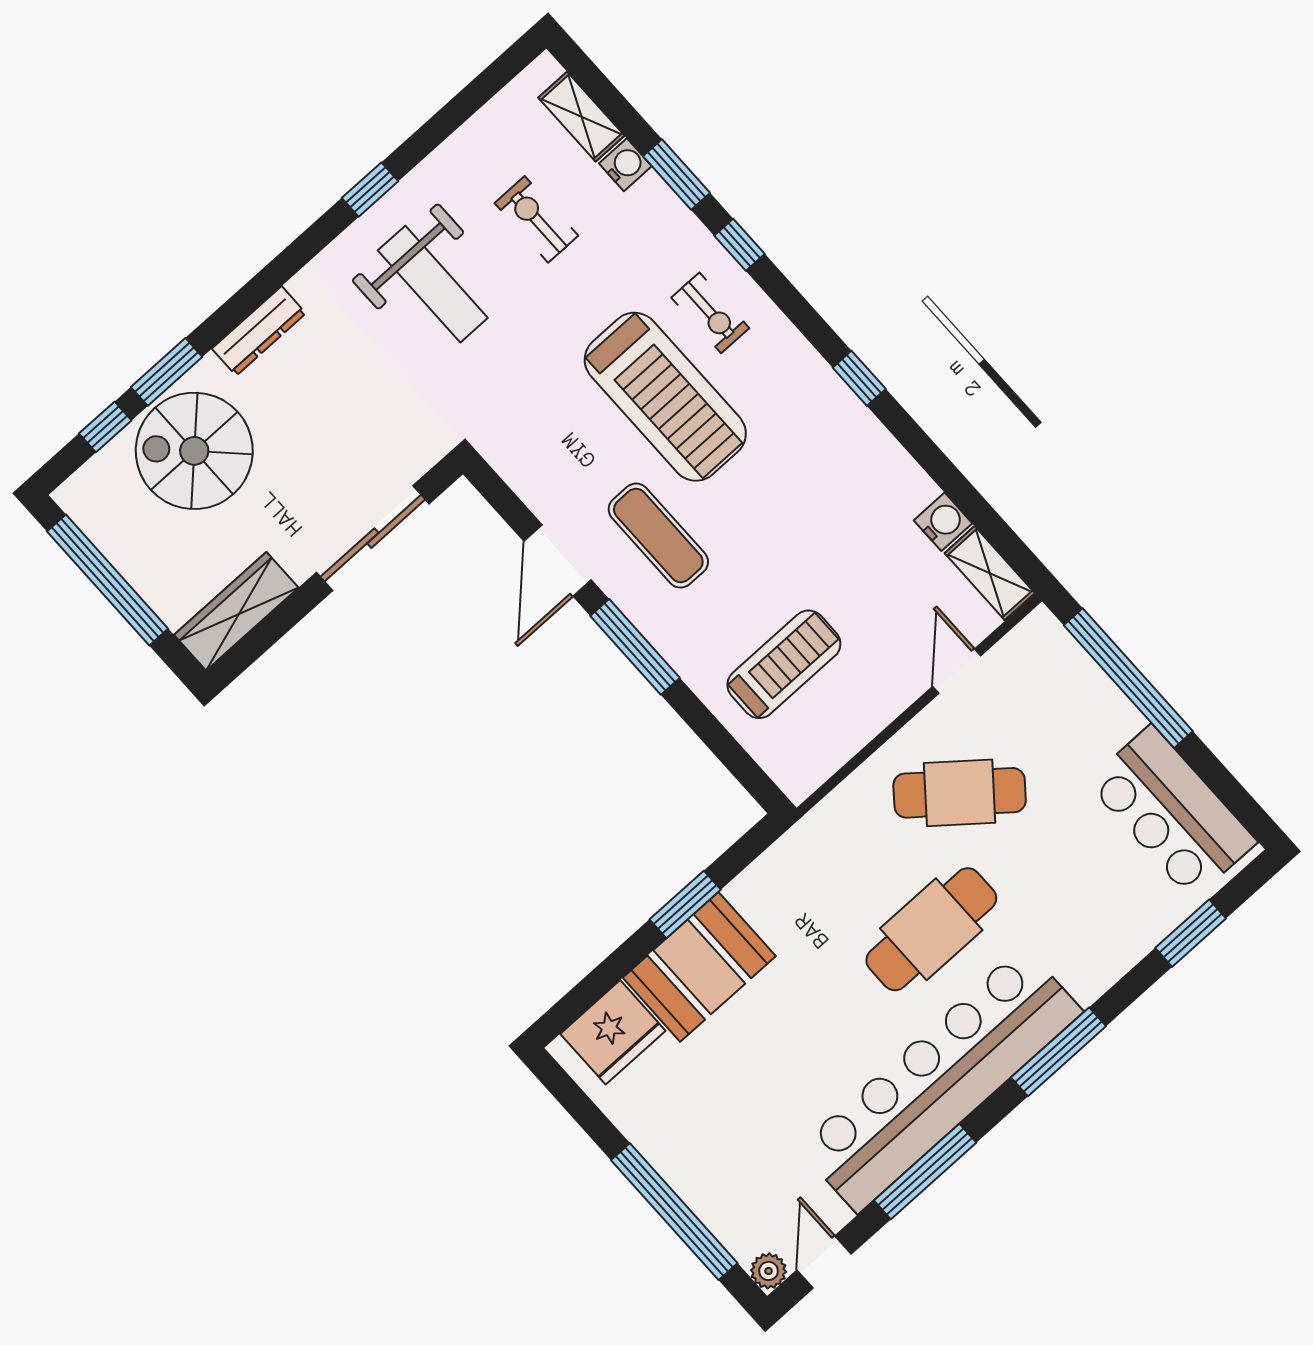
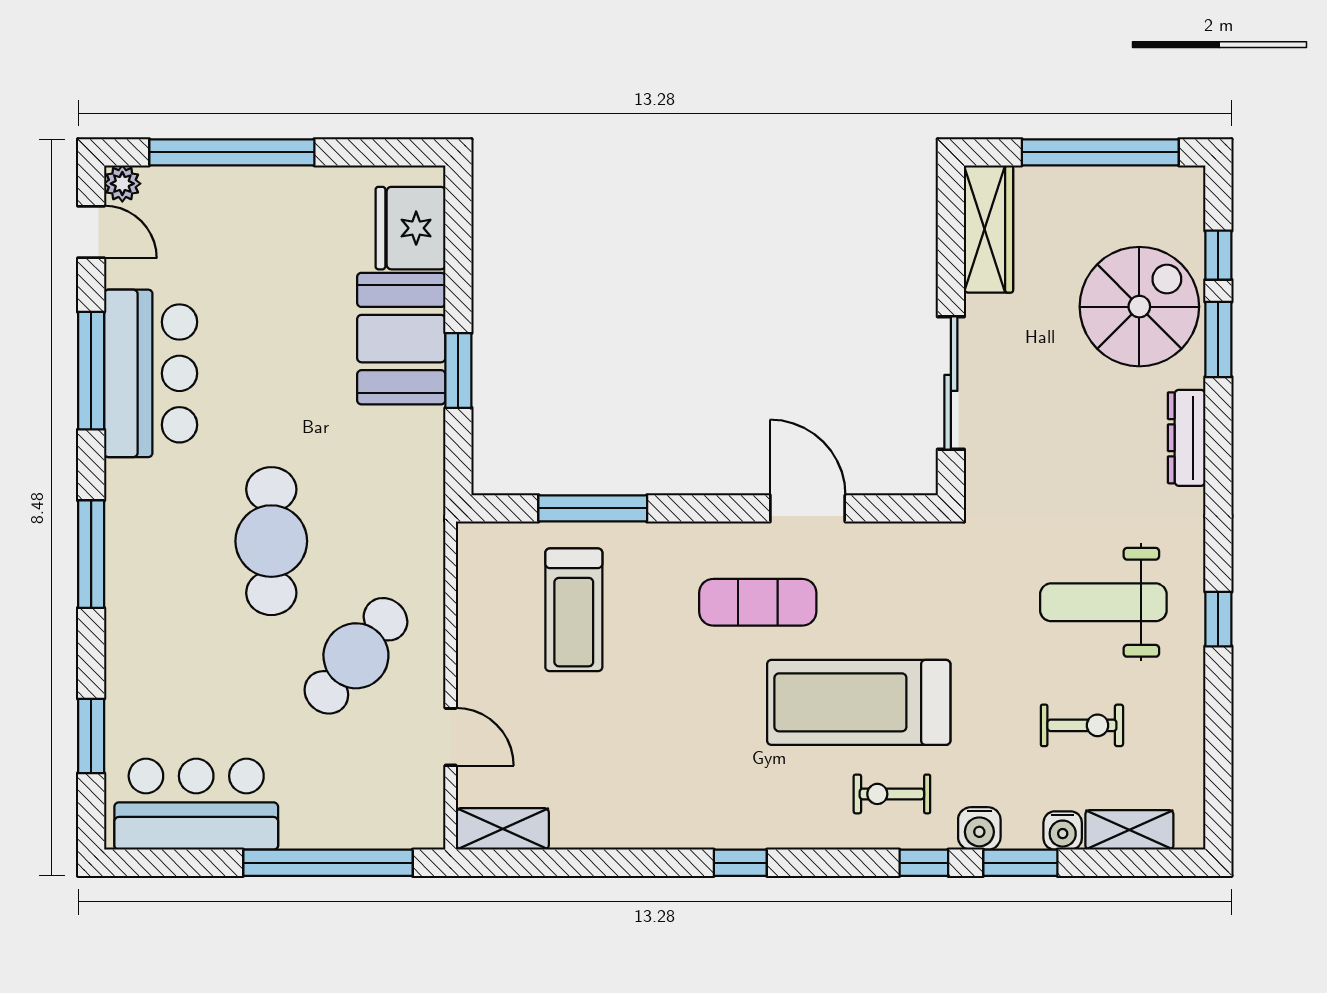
water cooler: (943, 522) -> (979, 828), moved
window: (635, 647) -> (593, 508), moved
bar counter: (940, 1079) -> (151, 373), width x0.54

